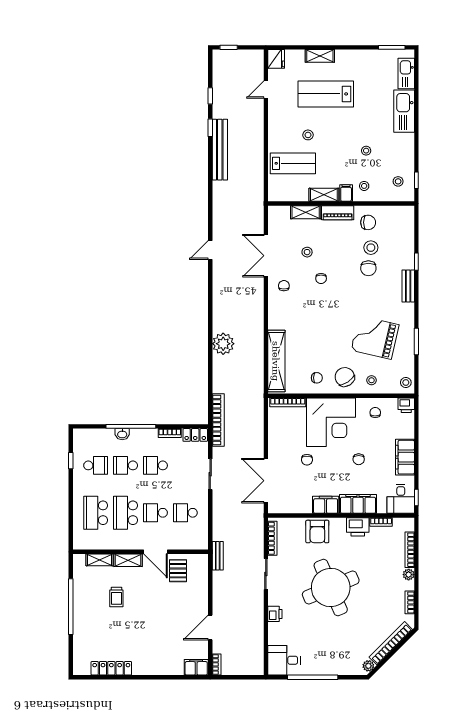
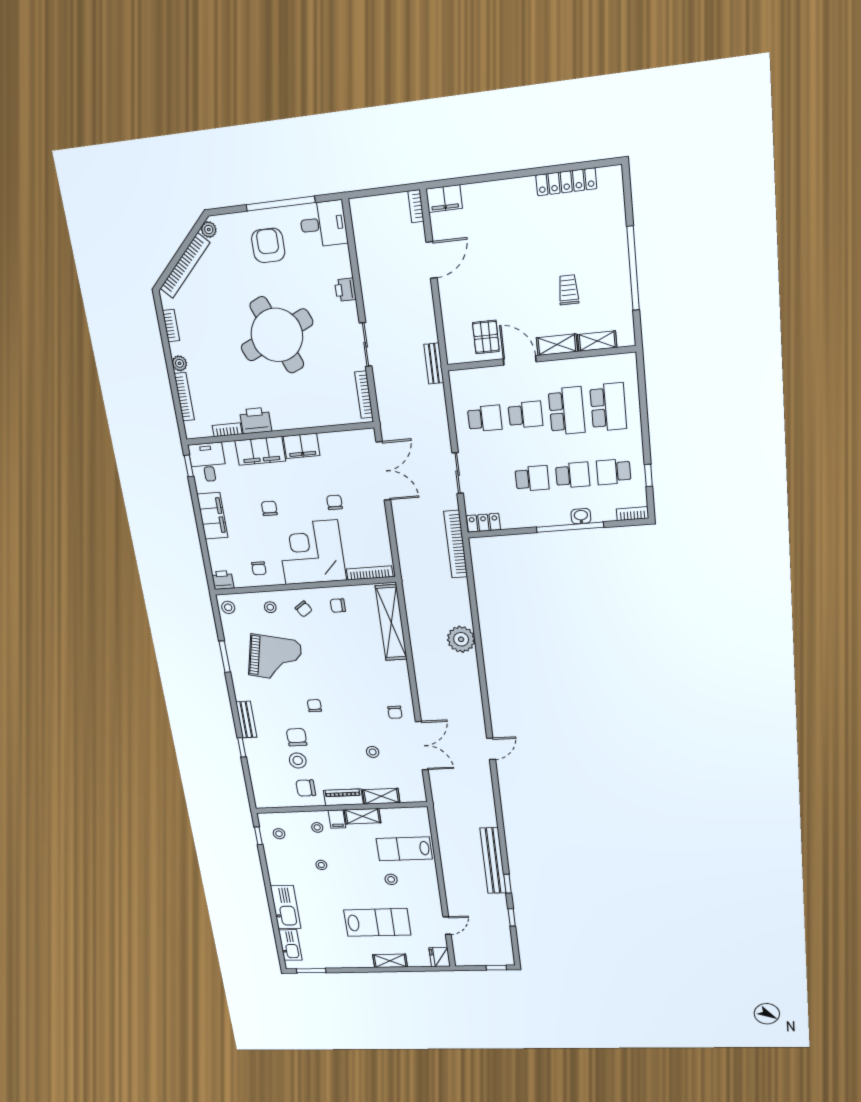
chair: (321, 279) -> (314, 706), moved
chair: (345, 377) -> (304, 609), width x0.54, depth x0.54
bookcase: (170, 433) -> (633, 514), moved
armchair: (317, 532) -> (268, 245), moved

